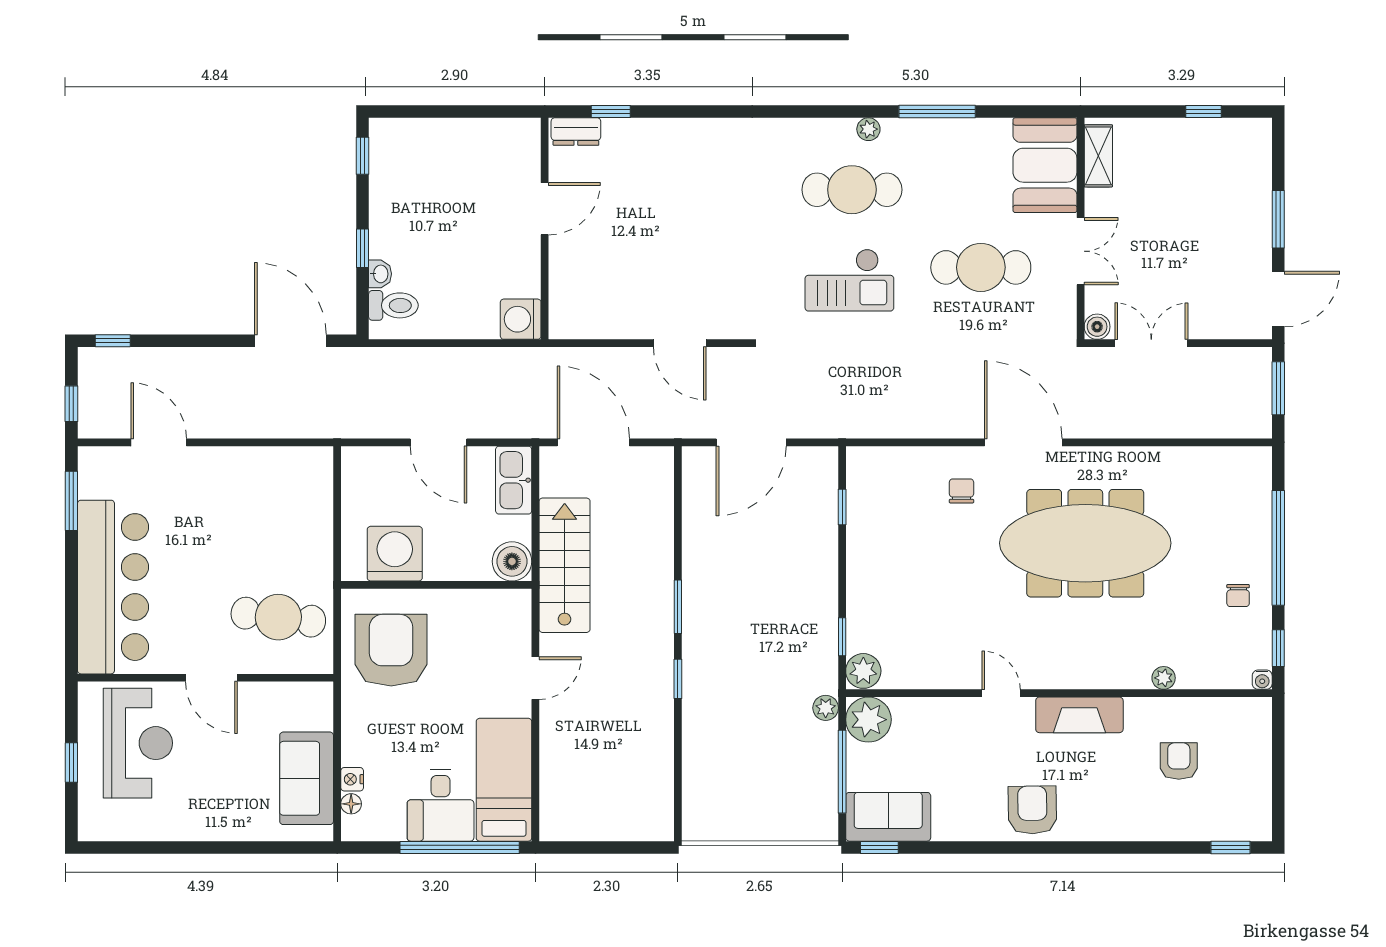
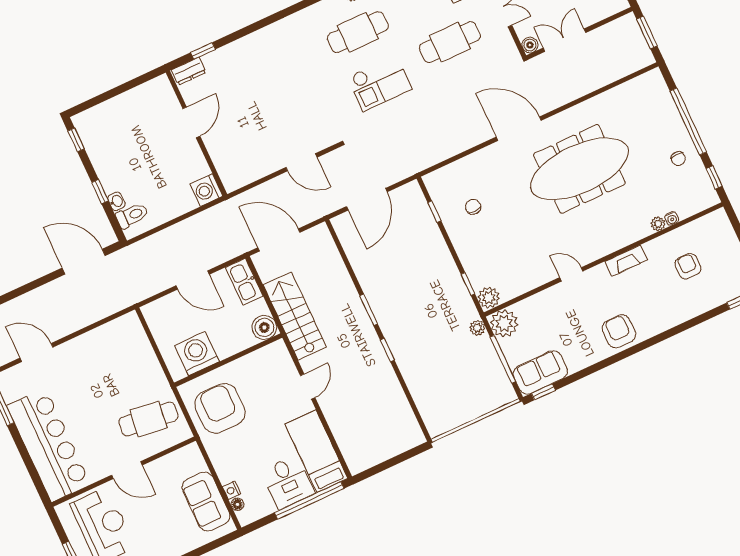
chair: (961, 491) -> (473, 207), moved
water cooler: (1262, 680) -> (672, 219), moved
fireplace: (1079, 715) -> (626, 261), width x0.73, depth x0.76

